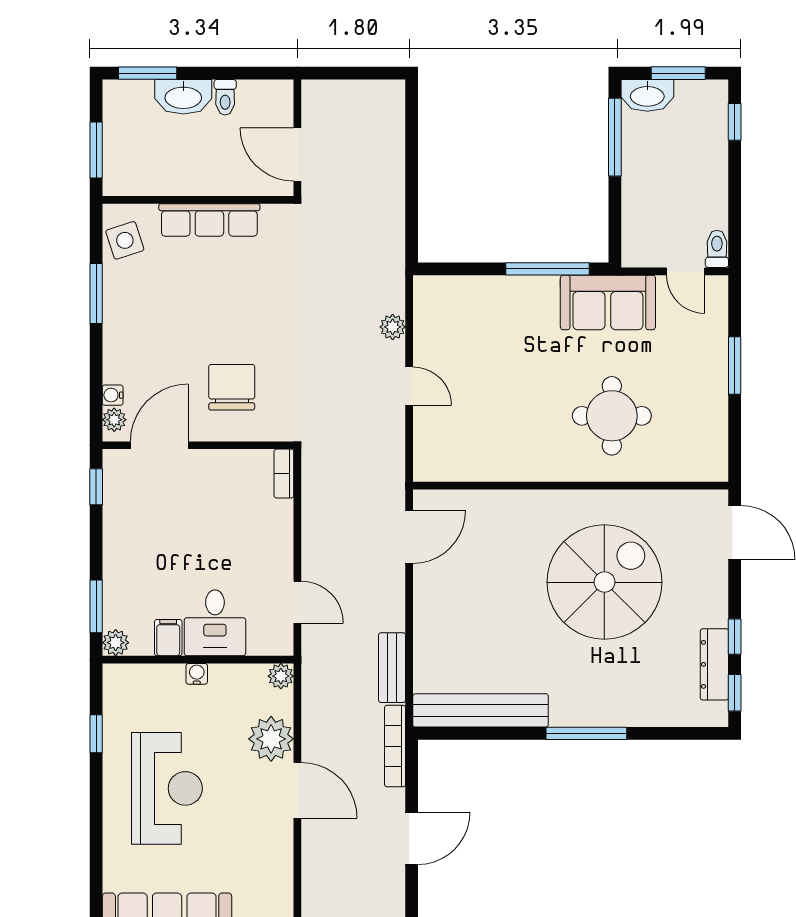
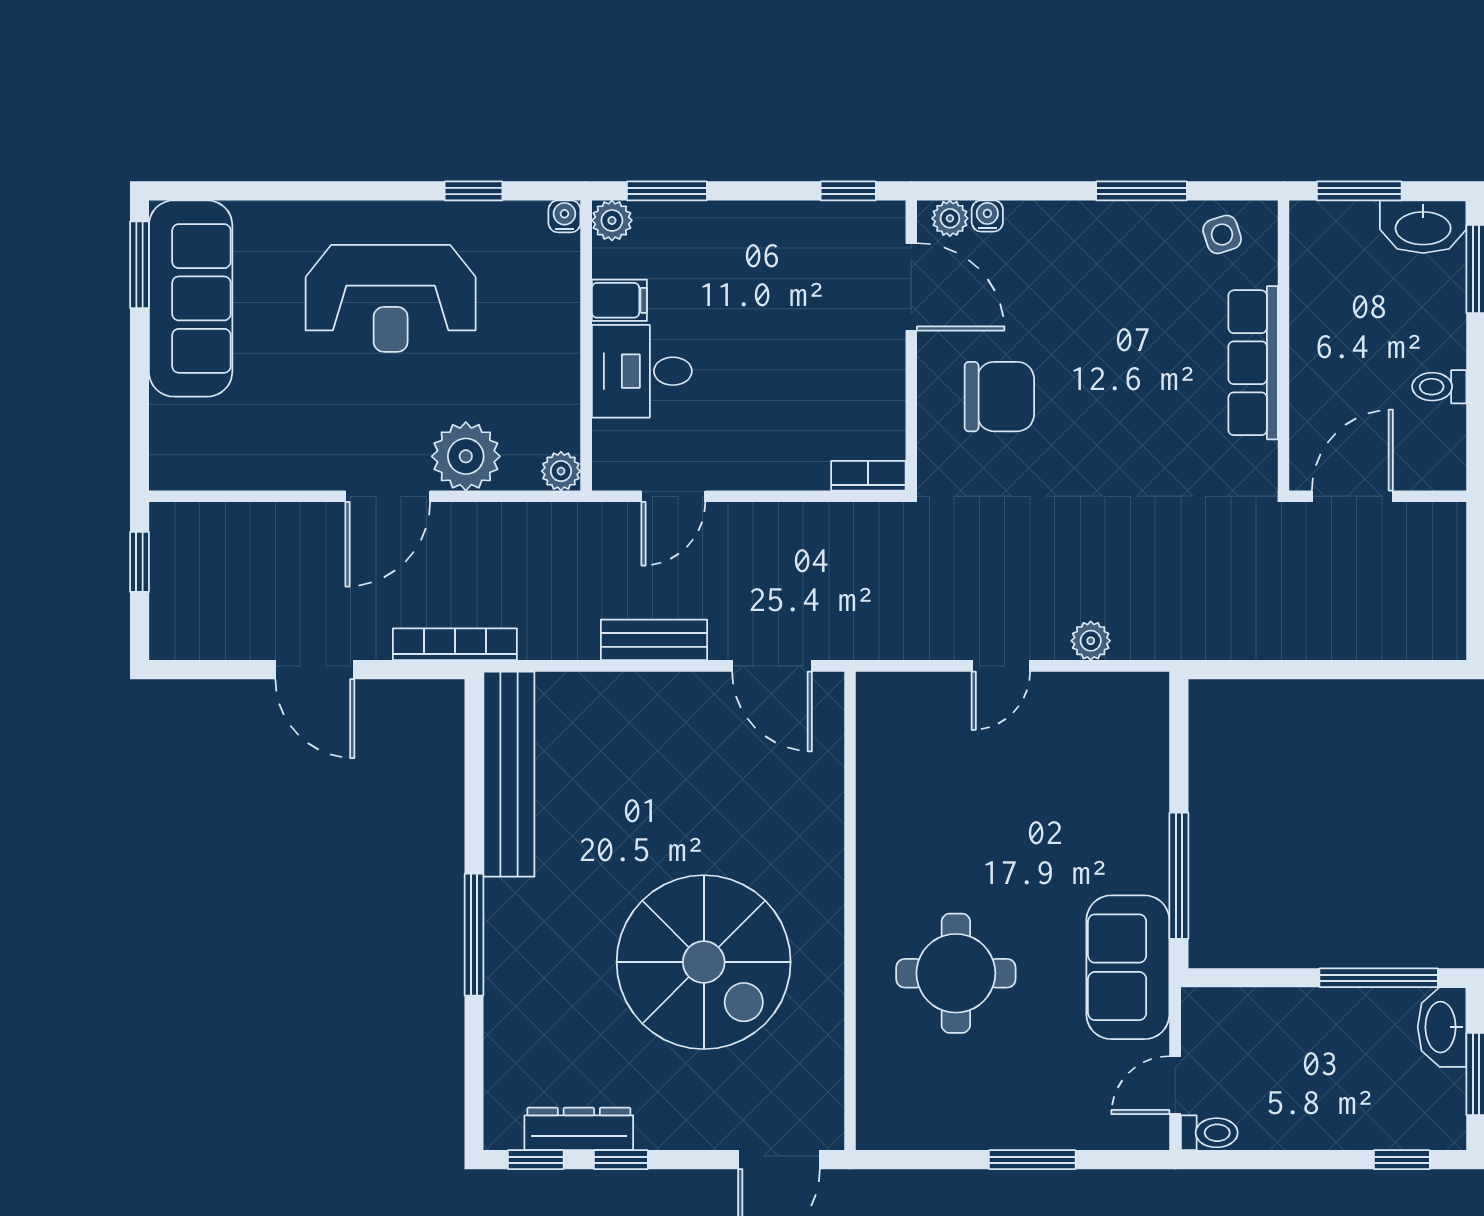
washbasin: (183, 97) -> (1423, 227), moved, turned -90
side table: (125, 240) -> (1222, 234), width x0.73, depth x0.73
bench: (392, 668) -> (654, 640), moved
water cooler: (197, 674) -> (564, 216), moved, turned -90

